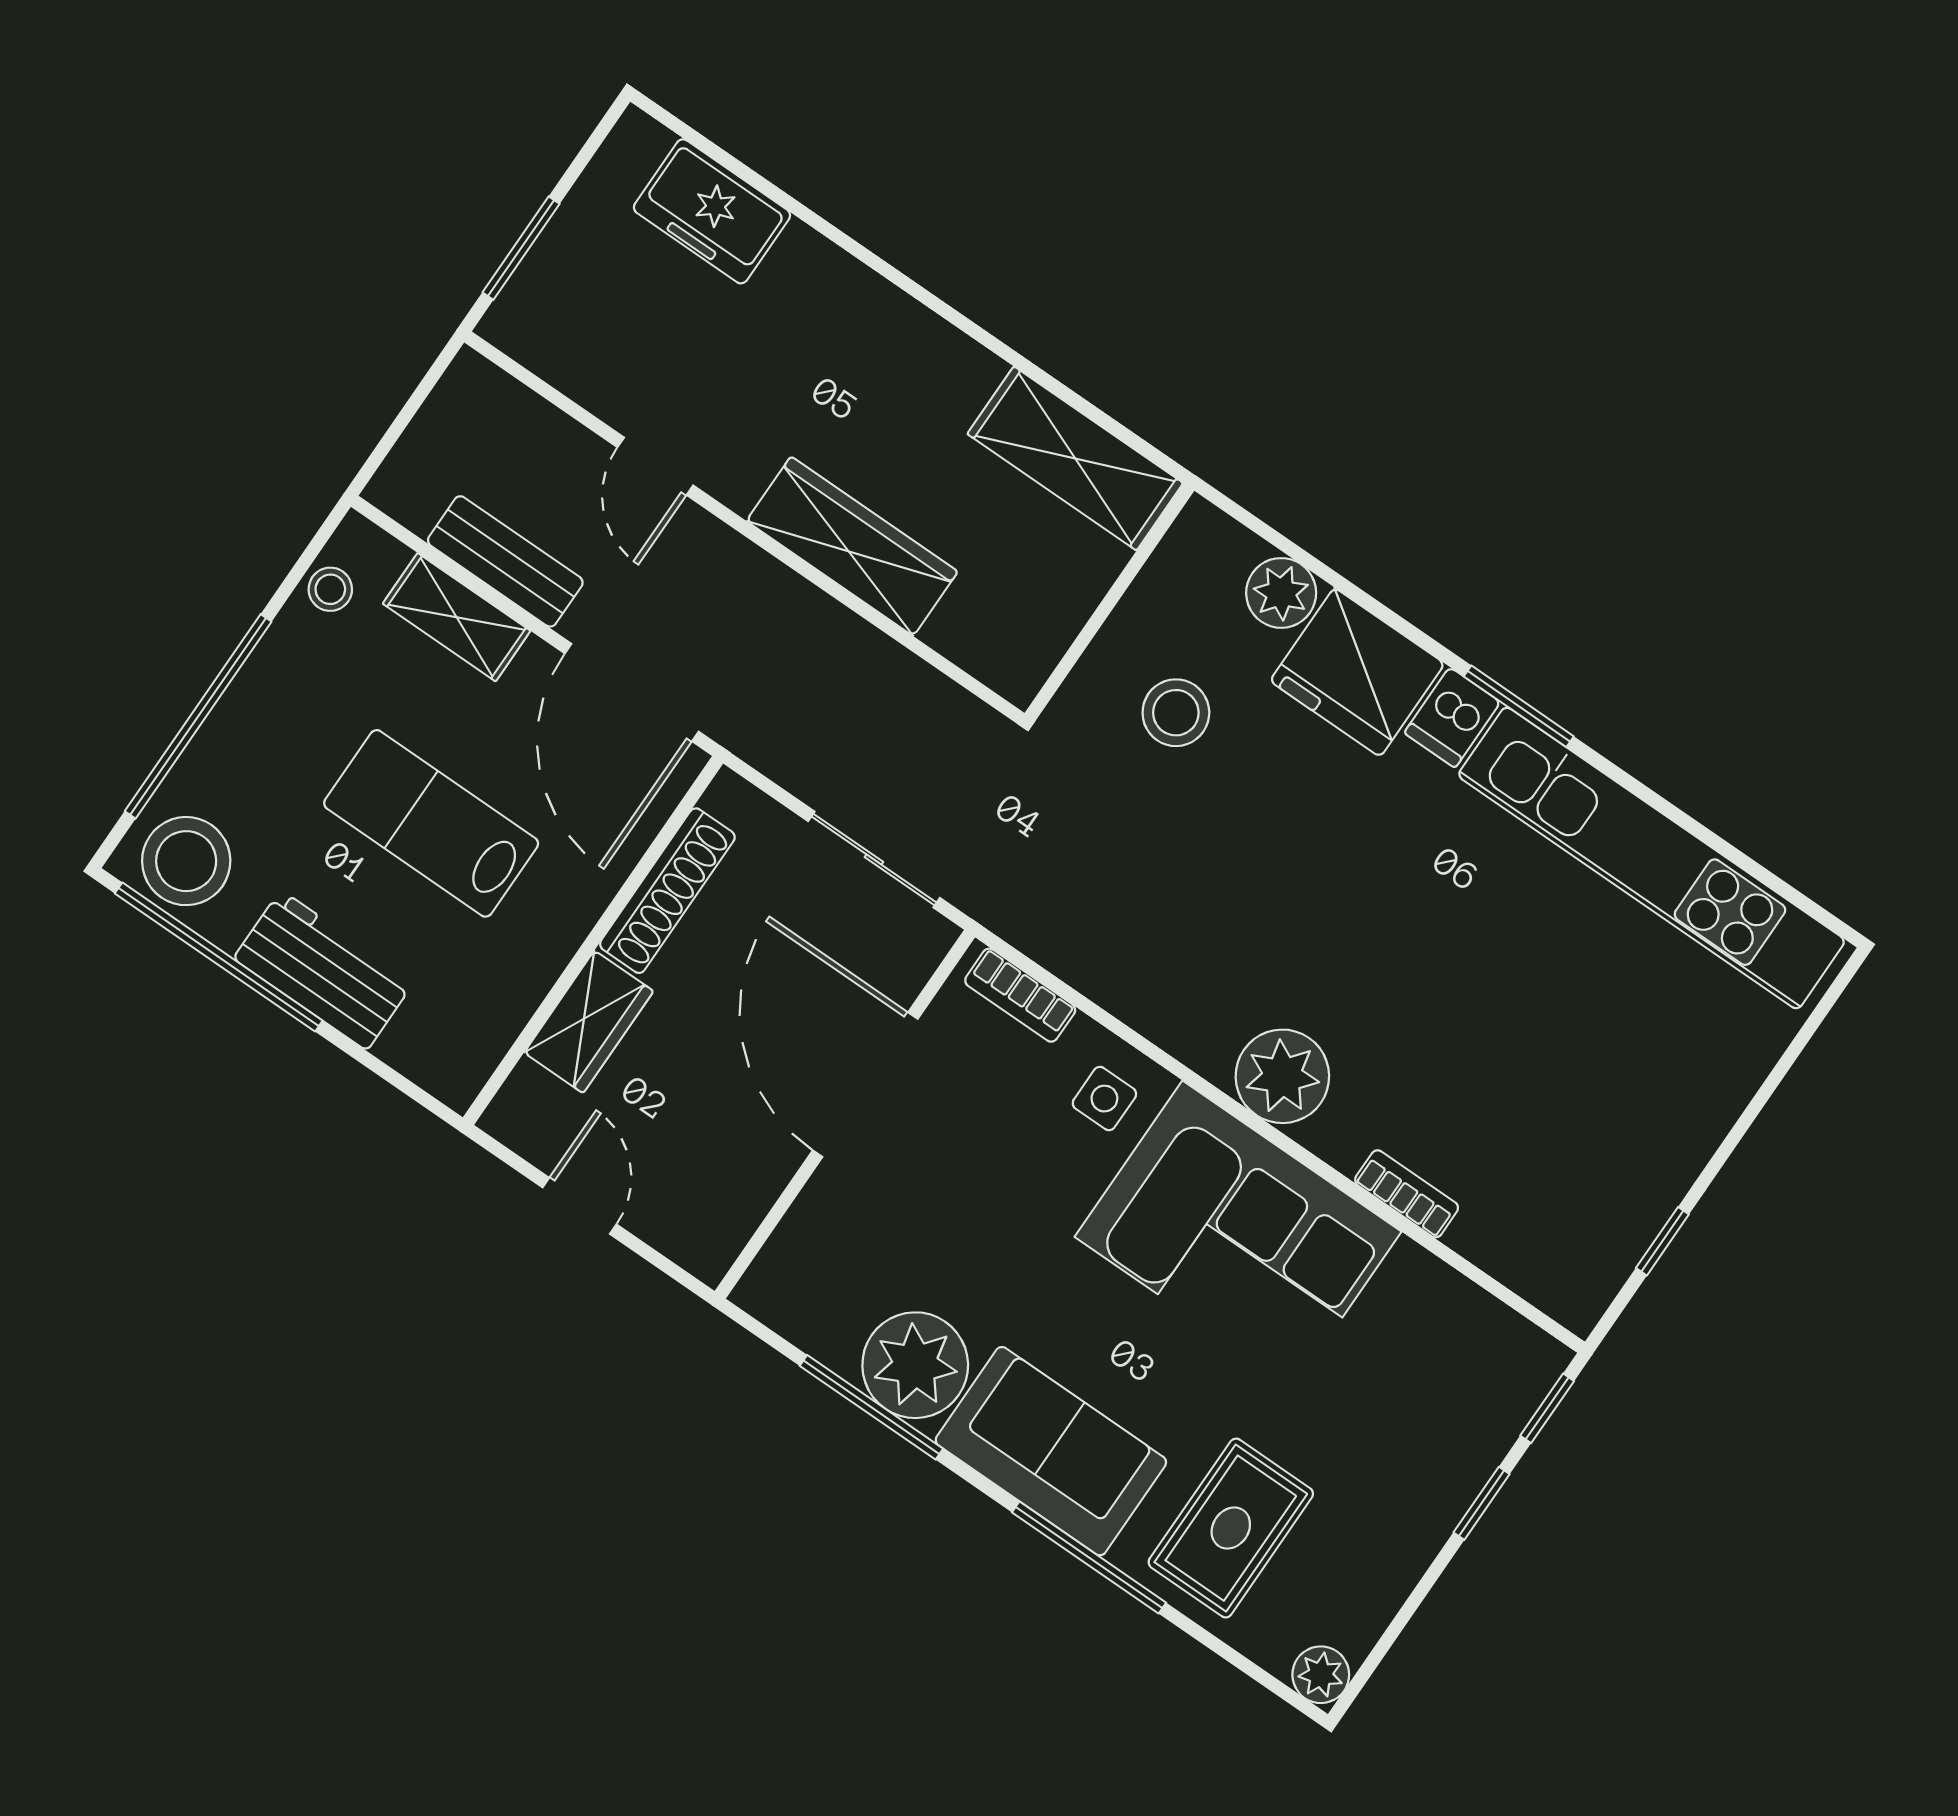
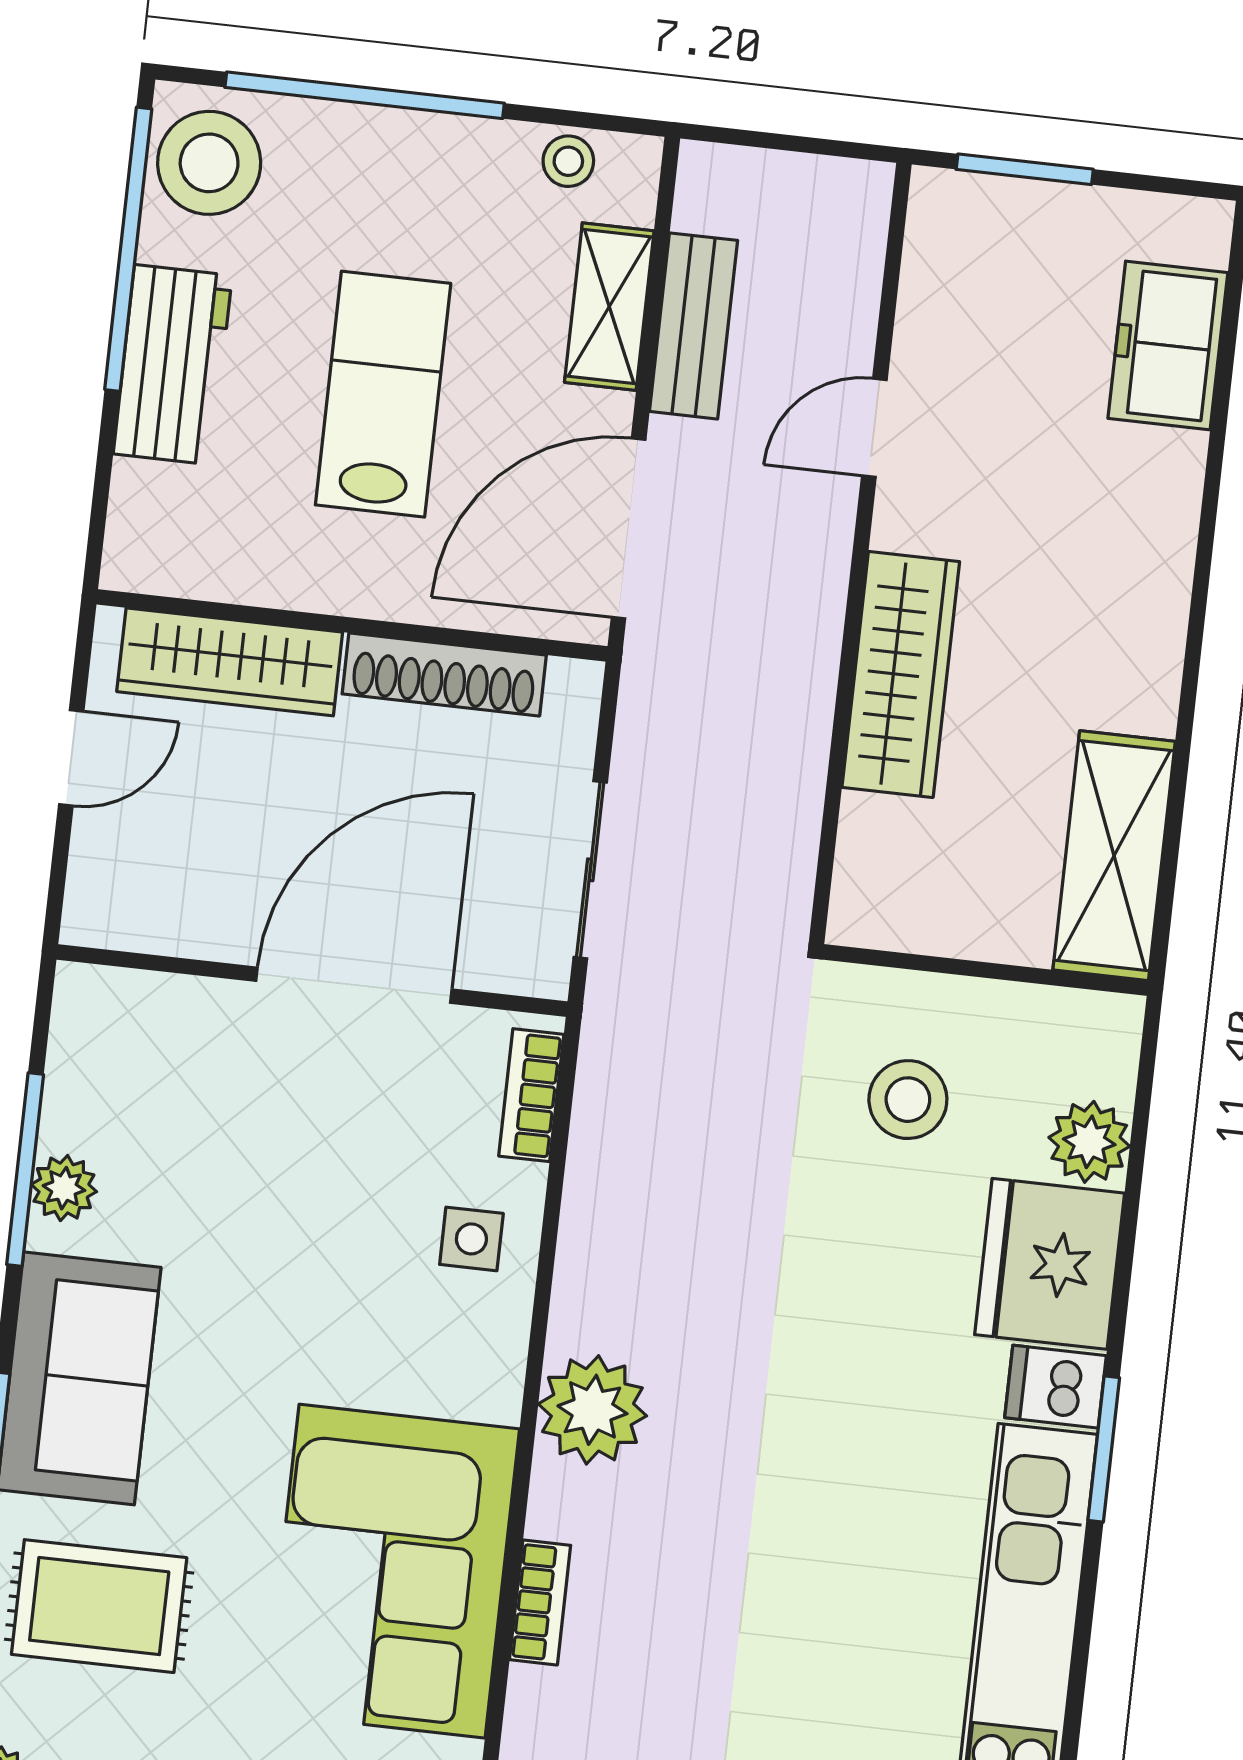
wardrobe: (589, 1022) -> (230, 662), width x1.50
corner sofa: (1238, 1234) -> (392, 1571), moved
plant: (915, 1365) -> (64, 1188), width x0.53, depth x0.53

